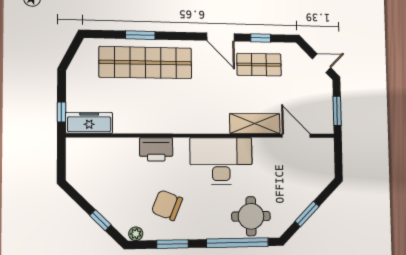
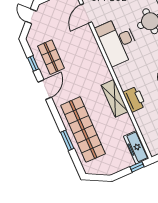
shelving: (255, 124) -> (115, 98), moved
desk: (221, 161) -> (118, 41), moved

